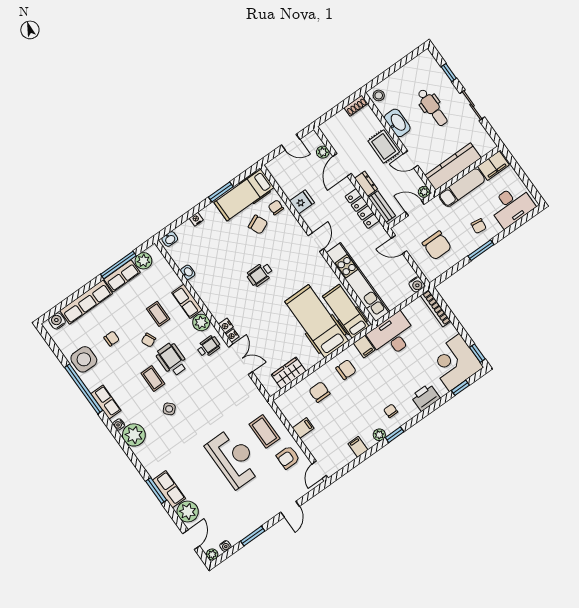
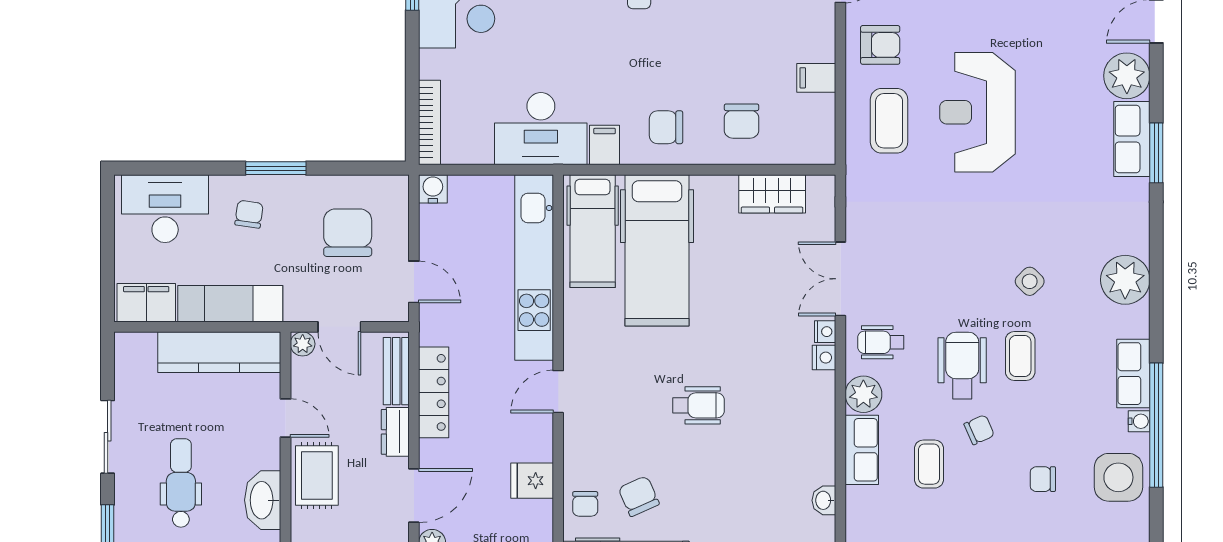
wheelchair: (172, 359) -> (962, 365), turned 180
water cooler: (119, 424) -> (1139, 421), moved

